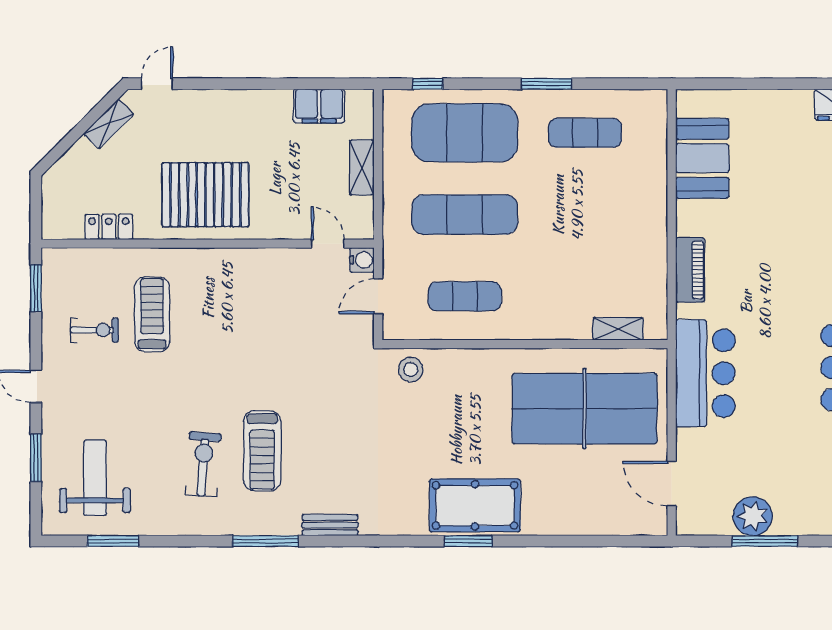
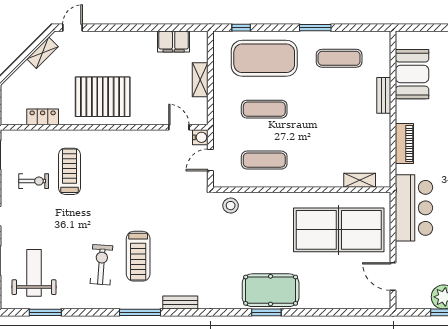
bench: (657, 193) -> (384, 95), added
exercise mat: (465, 215) -> (264, 109), width x0.73, depth x0.69

